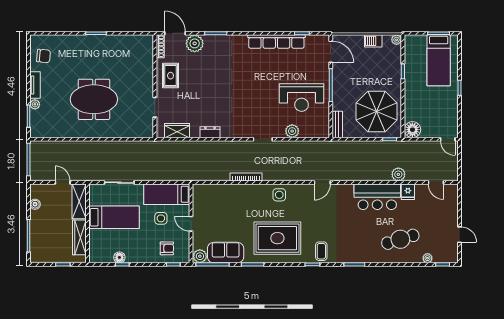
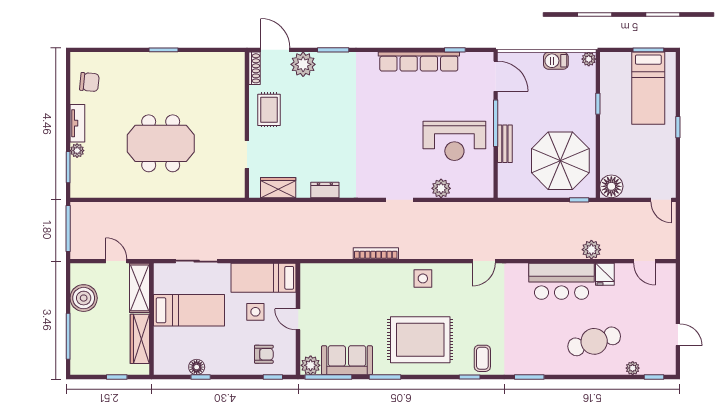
bench: (337, 124) -> (505, 144), moved
boiler: (35, 204) -> (84, 298), width x1.86, depth x1.86

